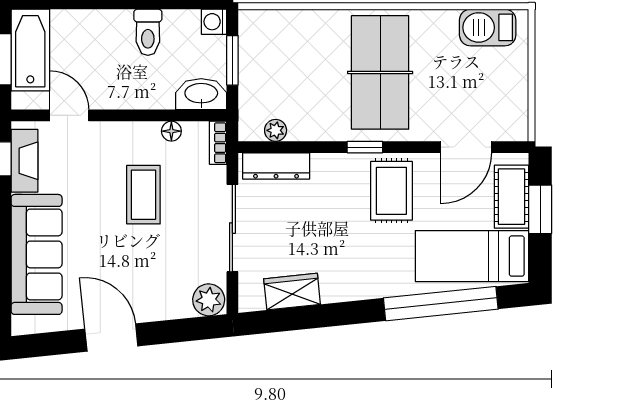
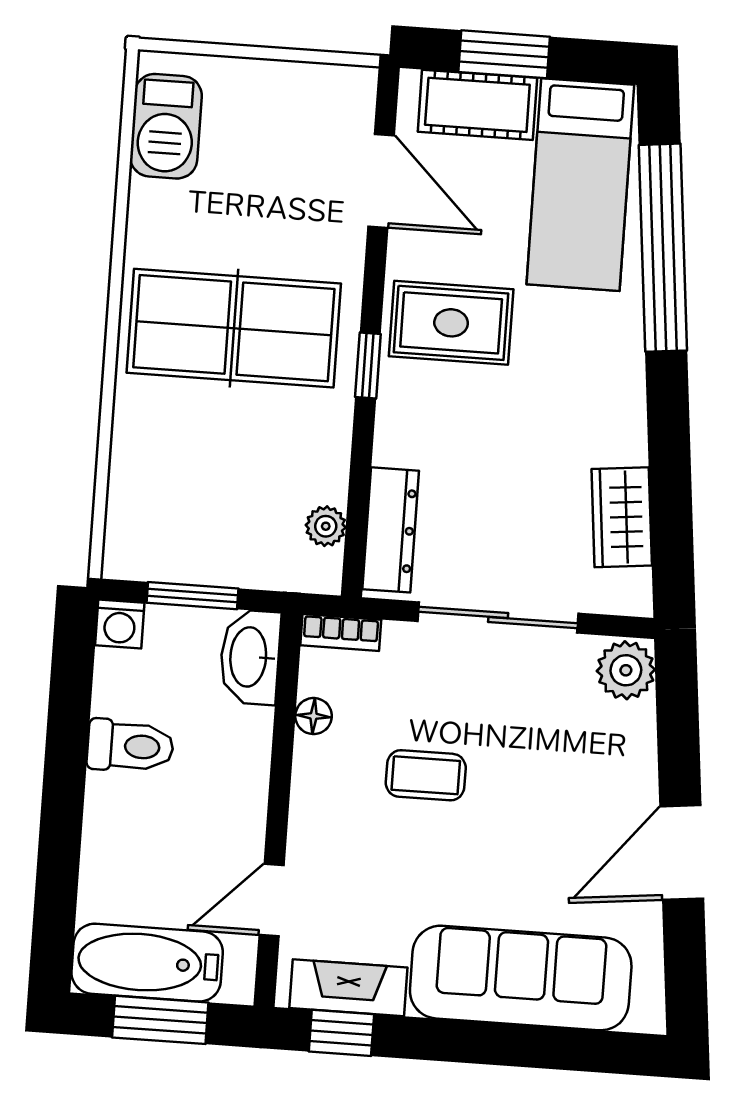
coffee table: (143, 195) -> (426, 775), width x0.73, depth x0.77

